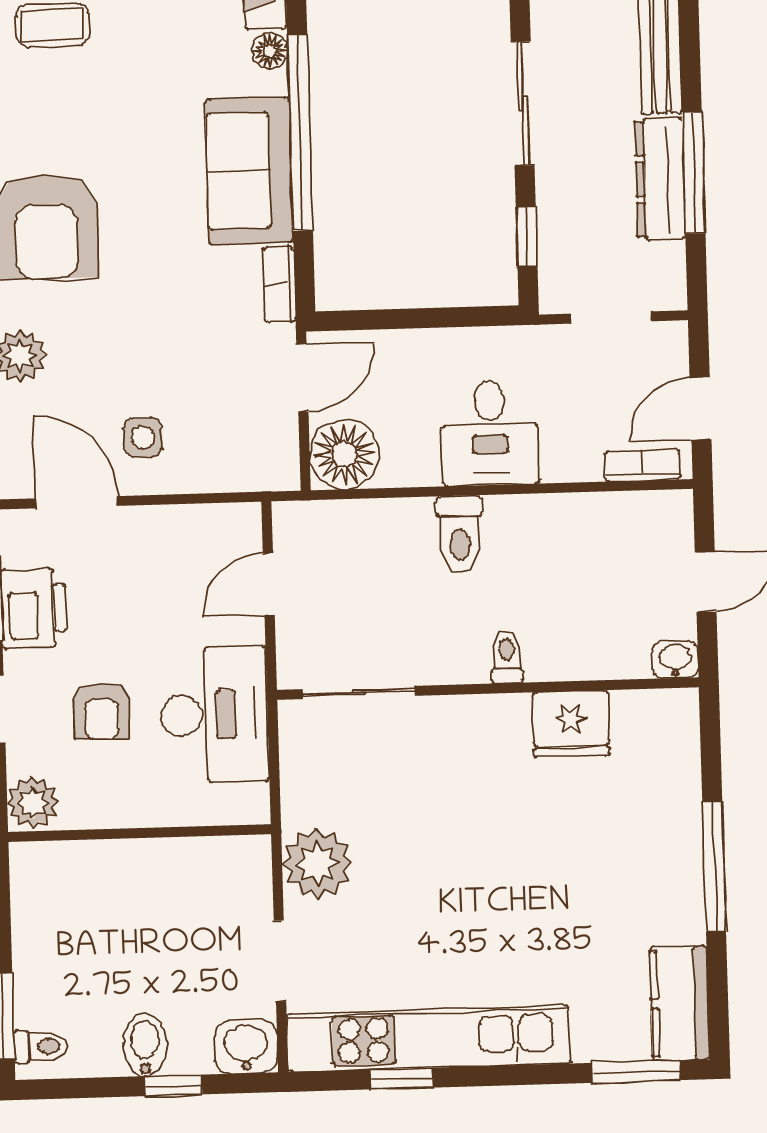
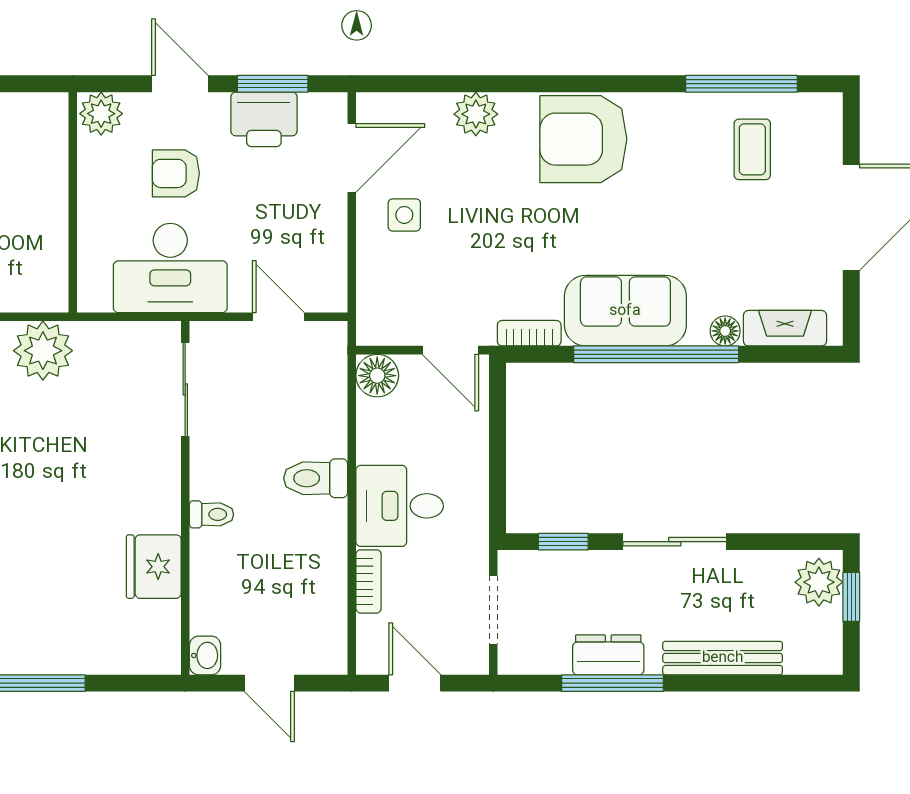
dresser: (660, 179) -> (608, 655), width x0.70
floor lamp: (345, 454) -> (377, 376), width x0.73, depth x0.73
bookcase: (642, 465) -> (369, 581), moved

